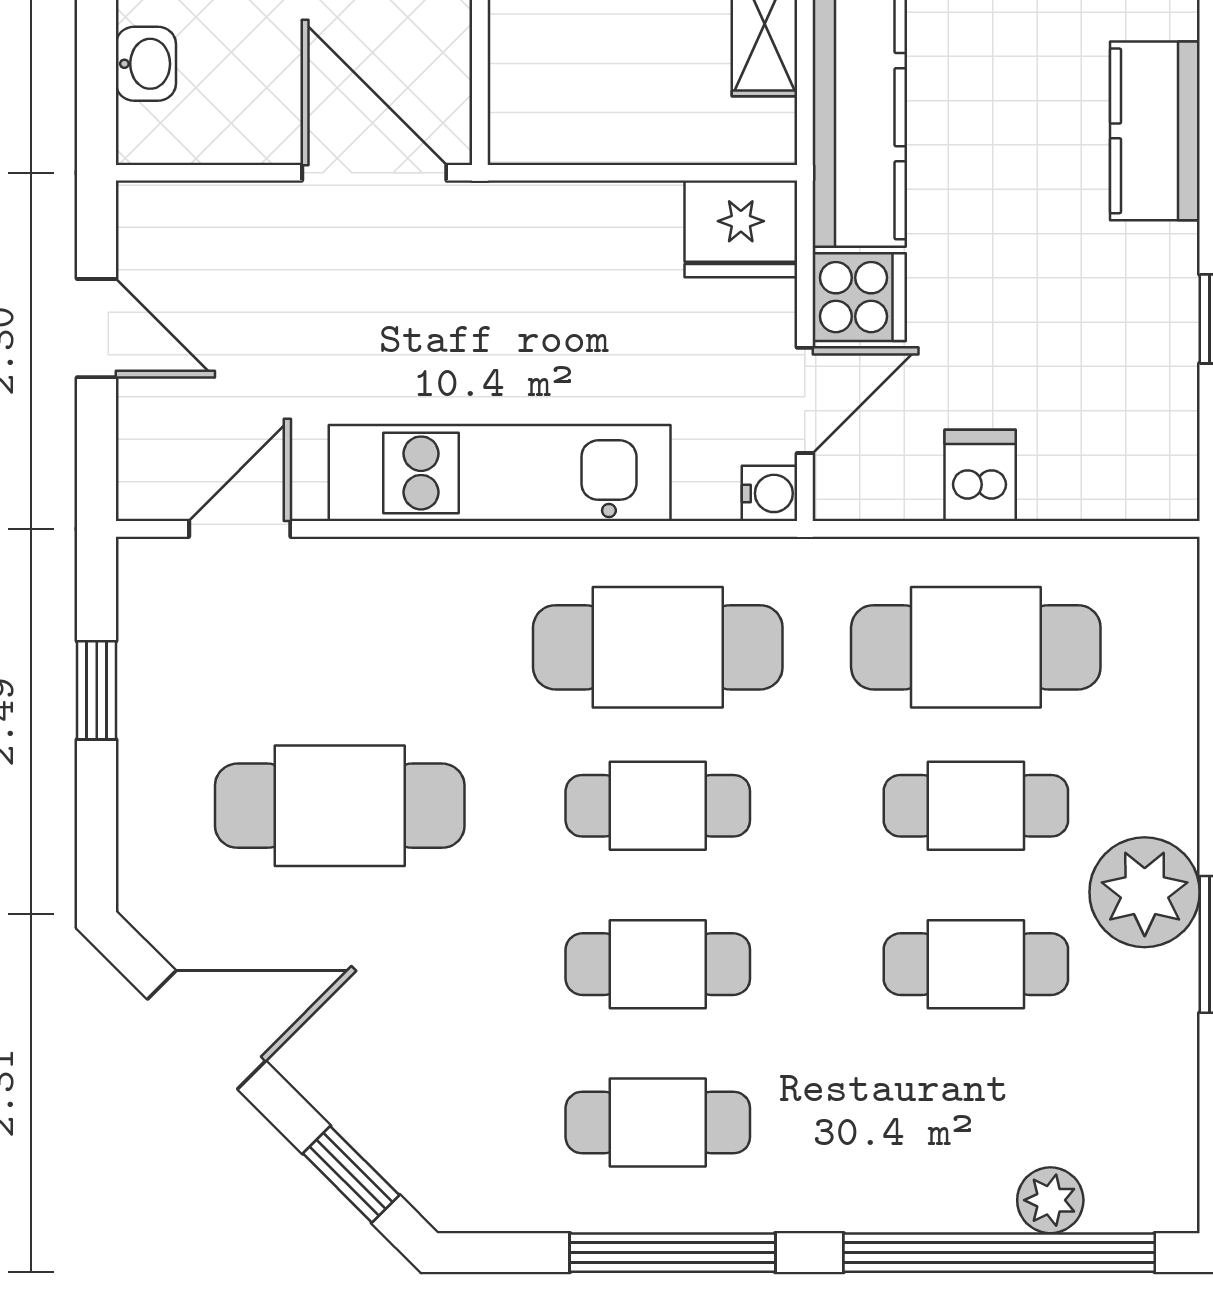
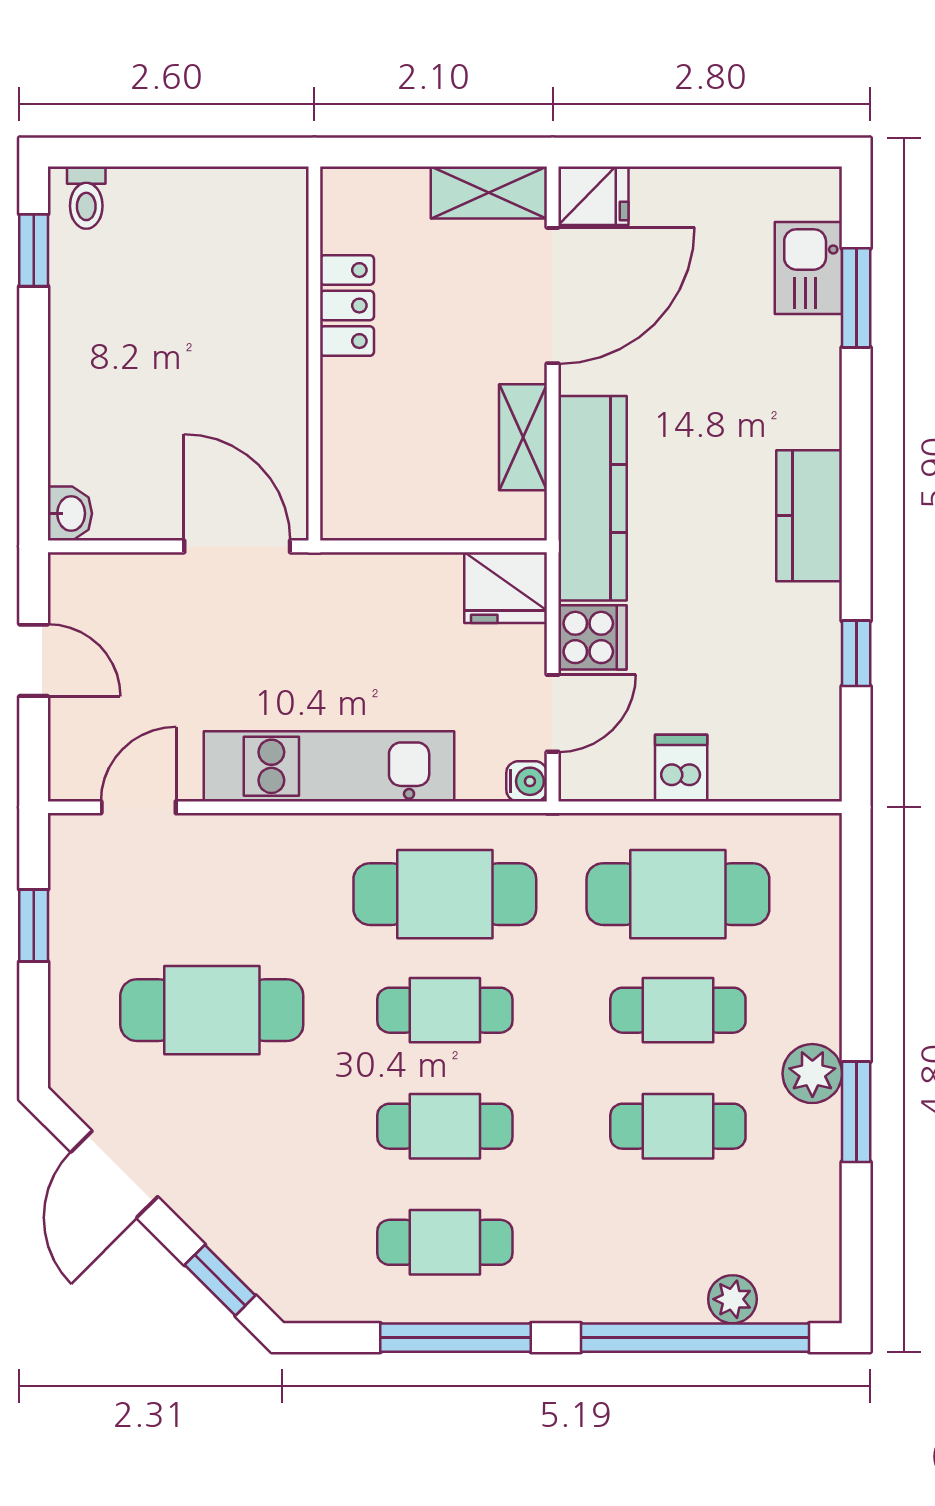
washbasin: (146, 64) -> (70, 513), moved
plant: (1145, 892) -> (812, 1074), width x0.73, depth x0.73
door: (207, 1030) -> (114, 1174), swing flipped

